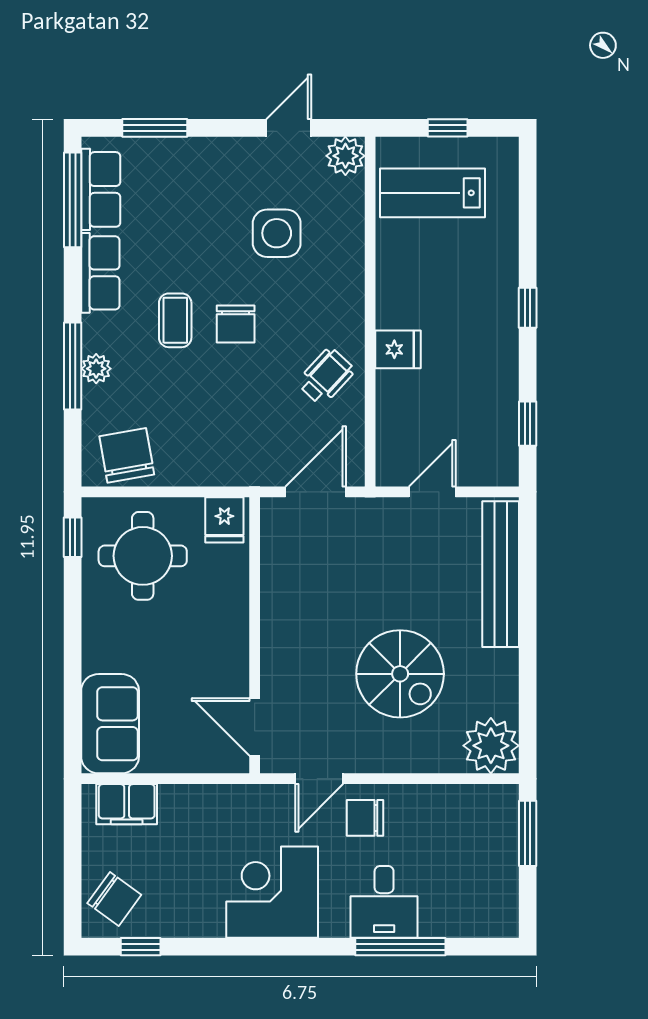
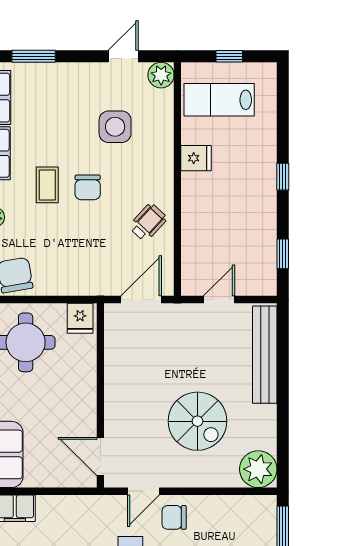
fridge: (398, 349) -> (196, 158), moved

